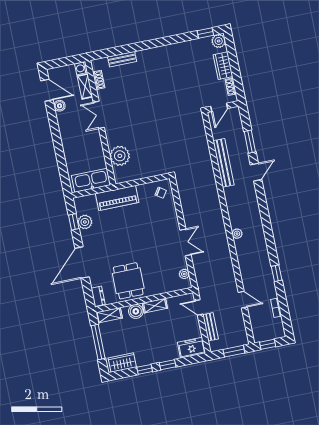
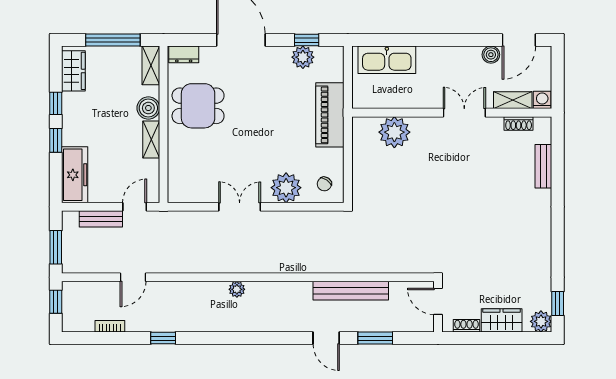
kitchen sink: (91, 180) -> (387, 60), moved, turned 90
double door: (185, 242) -> (240, 207), swing flipped
plant: (184, 274) -> (286, 188), moved, width x1.87, depth x1.87
freezer: (191, 348) -> (75, 175), width x1.40

